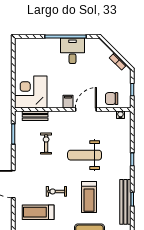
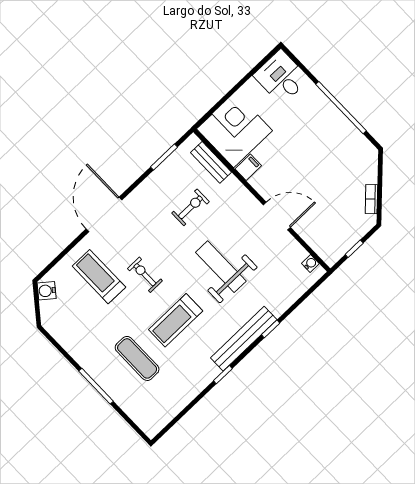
desk: (73, 51) -> (281, 77), moved, turned -90
chair: (112, 99) -> (320, 234), removed
filing cabinet: (68, 102) -> (248, 167), moved
bench: (125, 202) -> (244, 339), moved

